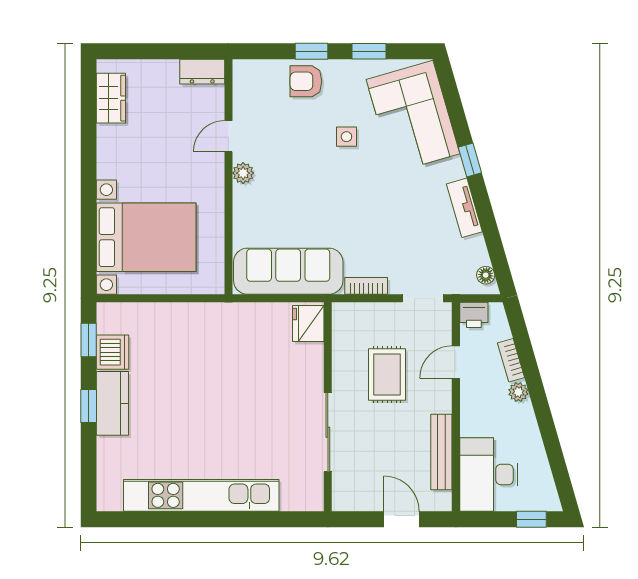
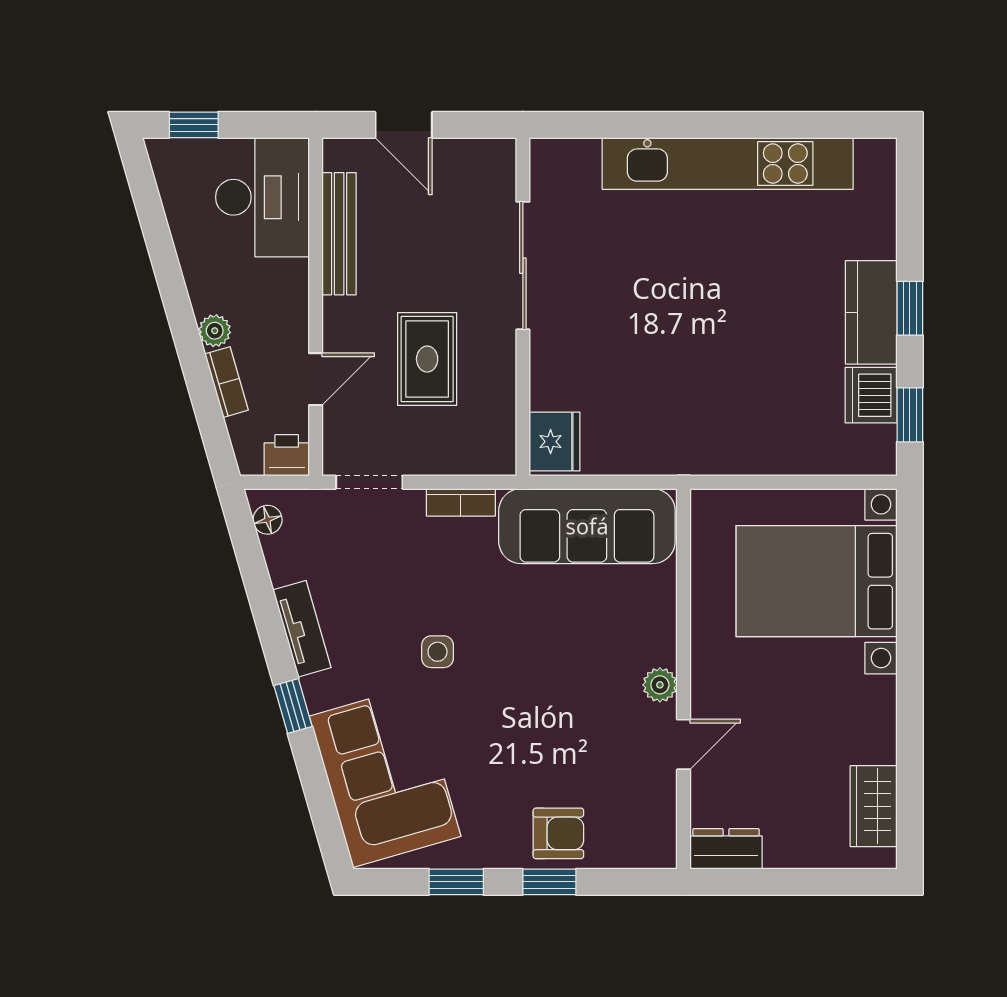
side table: (346, 137) -> (438, 652), moved

